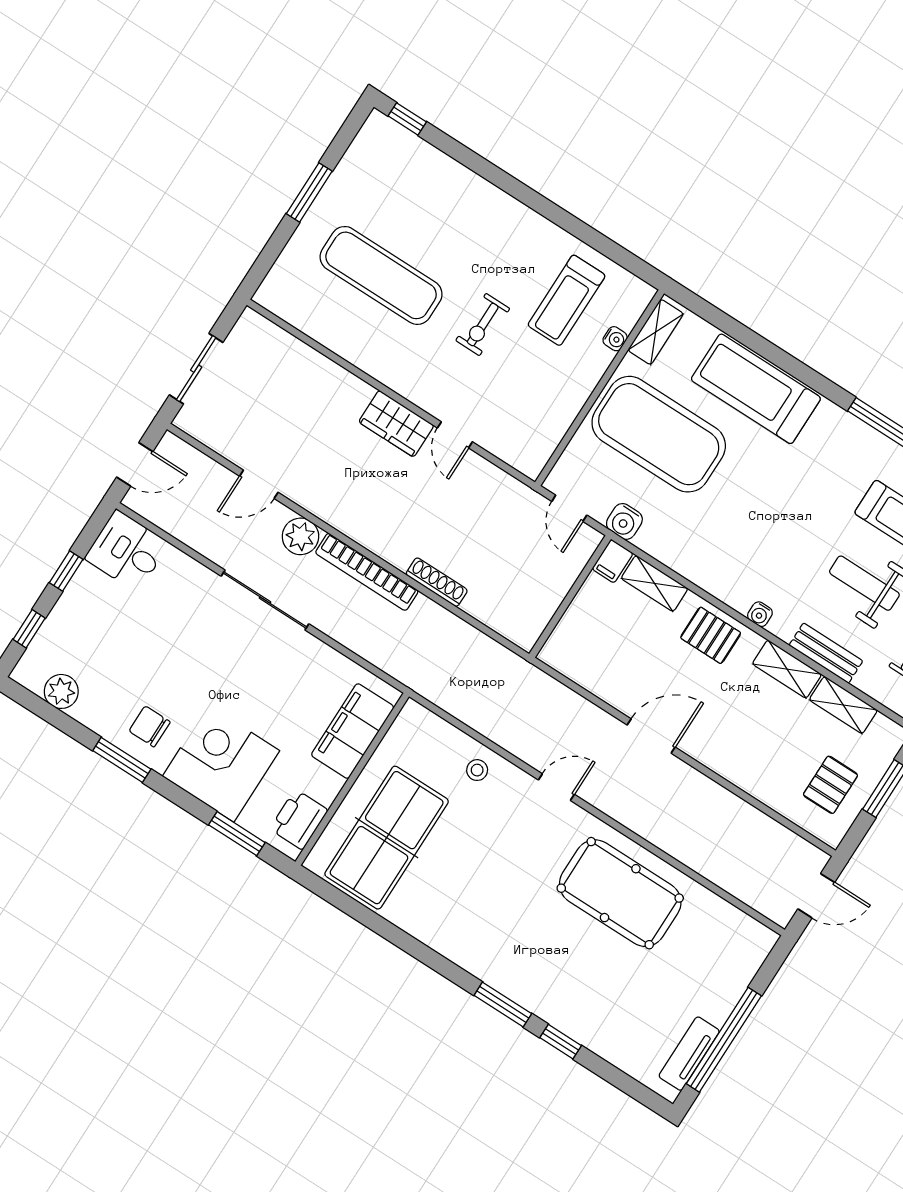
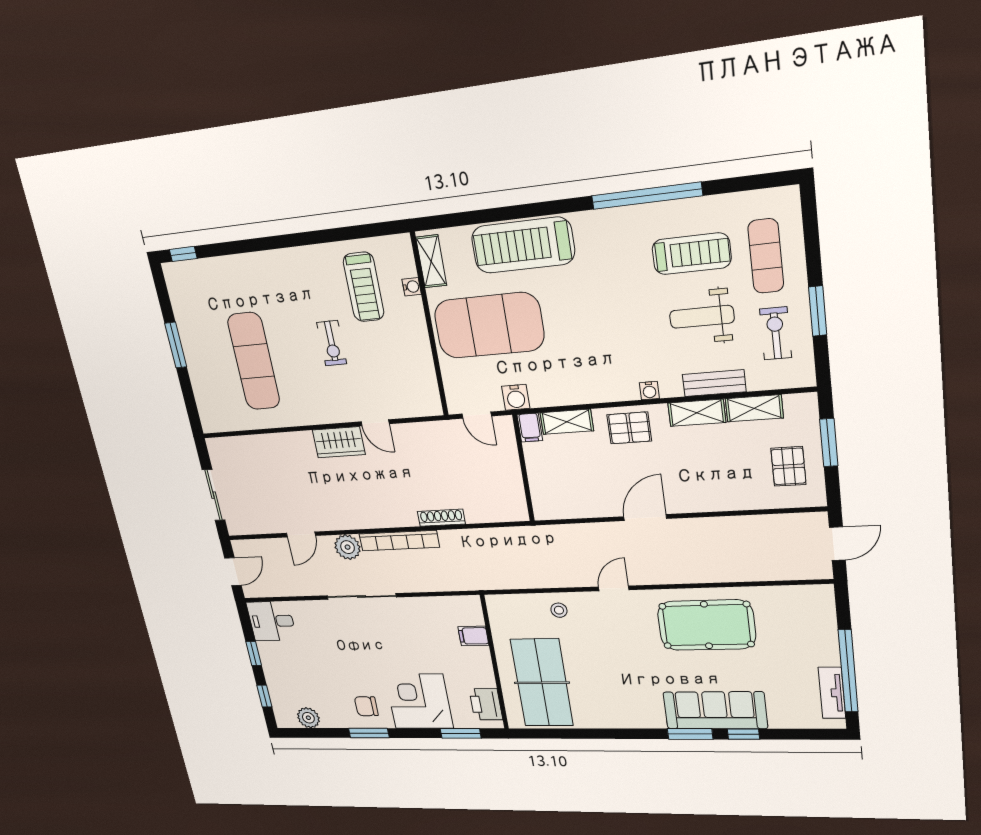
exercise mat: (381, 275) -> (254, 361), turned 90
filing cabinet: (353, 731) -> (473, 636), width x0.33, depth x0.86
sofa: (552, 994) -> (715, 710), added

